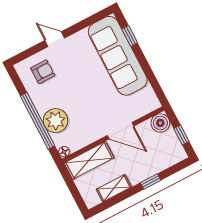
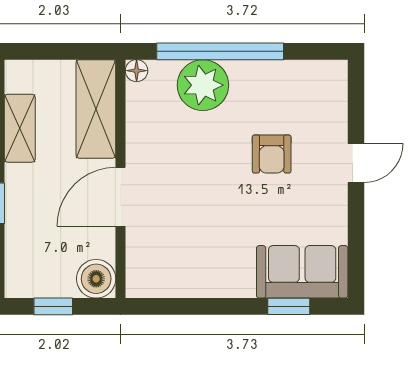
sofa: (118, 56) -> (302, 272), width x0.54, depth x0.79
armchair: (43, 72) -> (272, 154), moved

